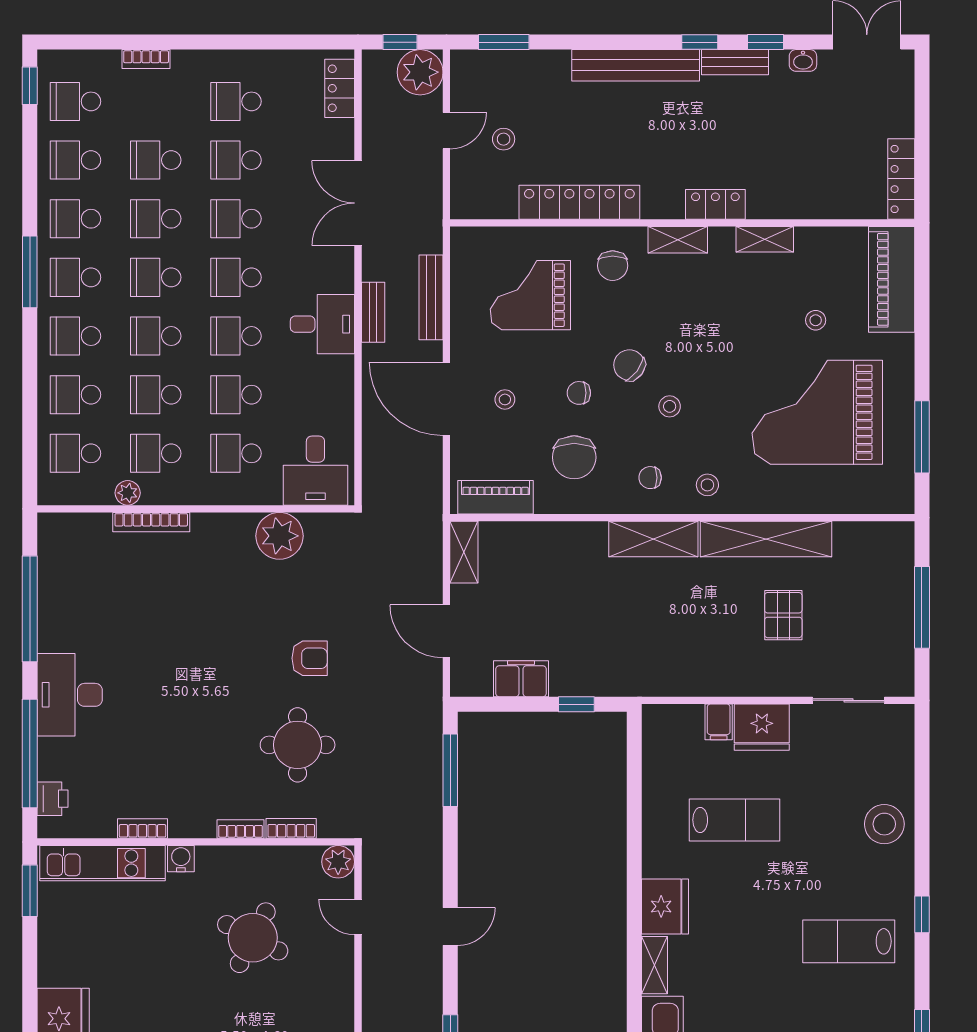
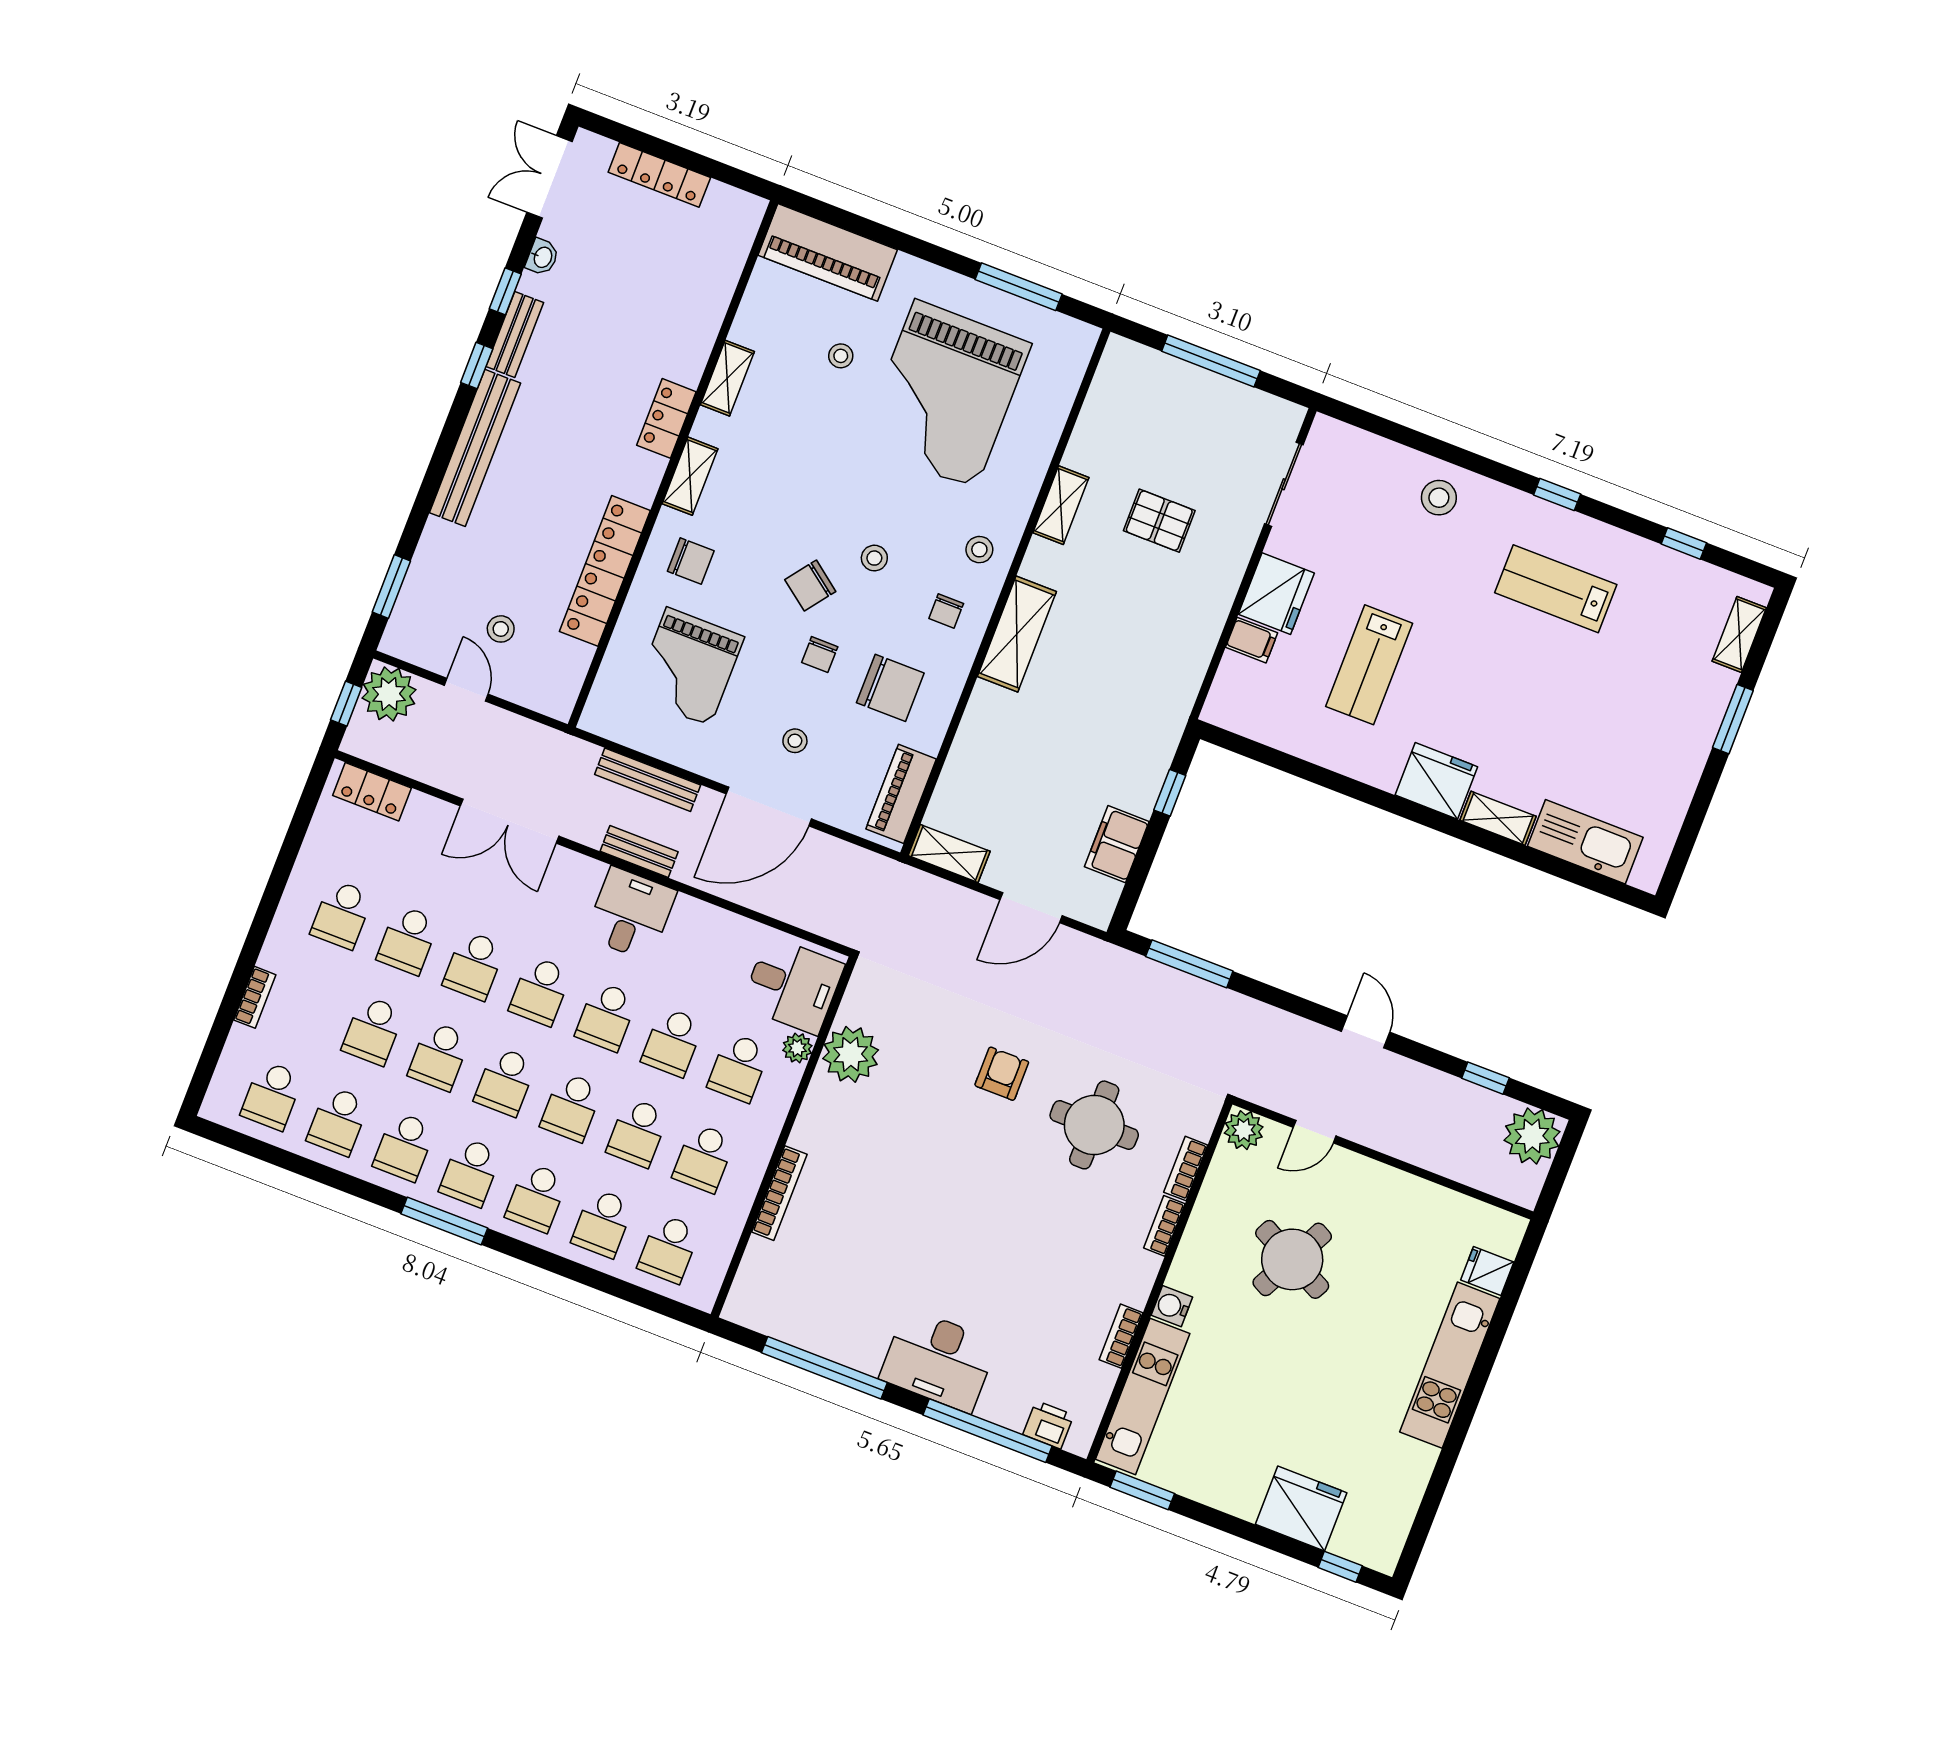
window: (30, 86) -> (234, 1140), removed
locker: (901, 179) -> (659, 175), moved
plant: (128, 493) -> (797, 1048), moved
shelving: (766, 539) -> (1061, 505), width x0.45, depth x0.75
lab bench: (734, 820) -> (1369, 665), turned 180
stool: (884, 824) -> (1439, 498), width x0.73, depth x0.73
lab bench: (849, 941) -> (1556, 589), turned 90

